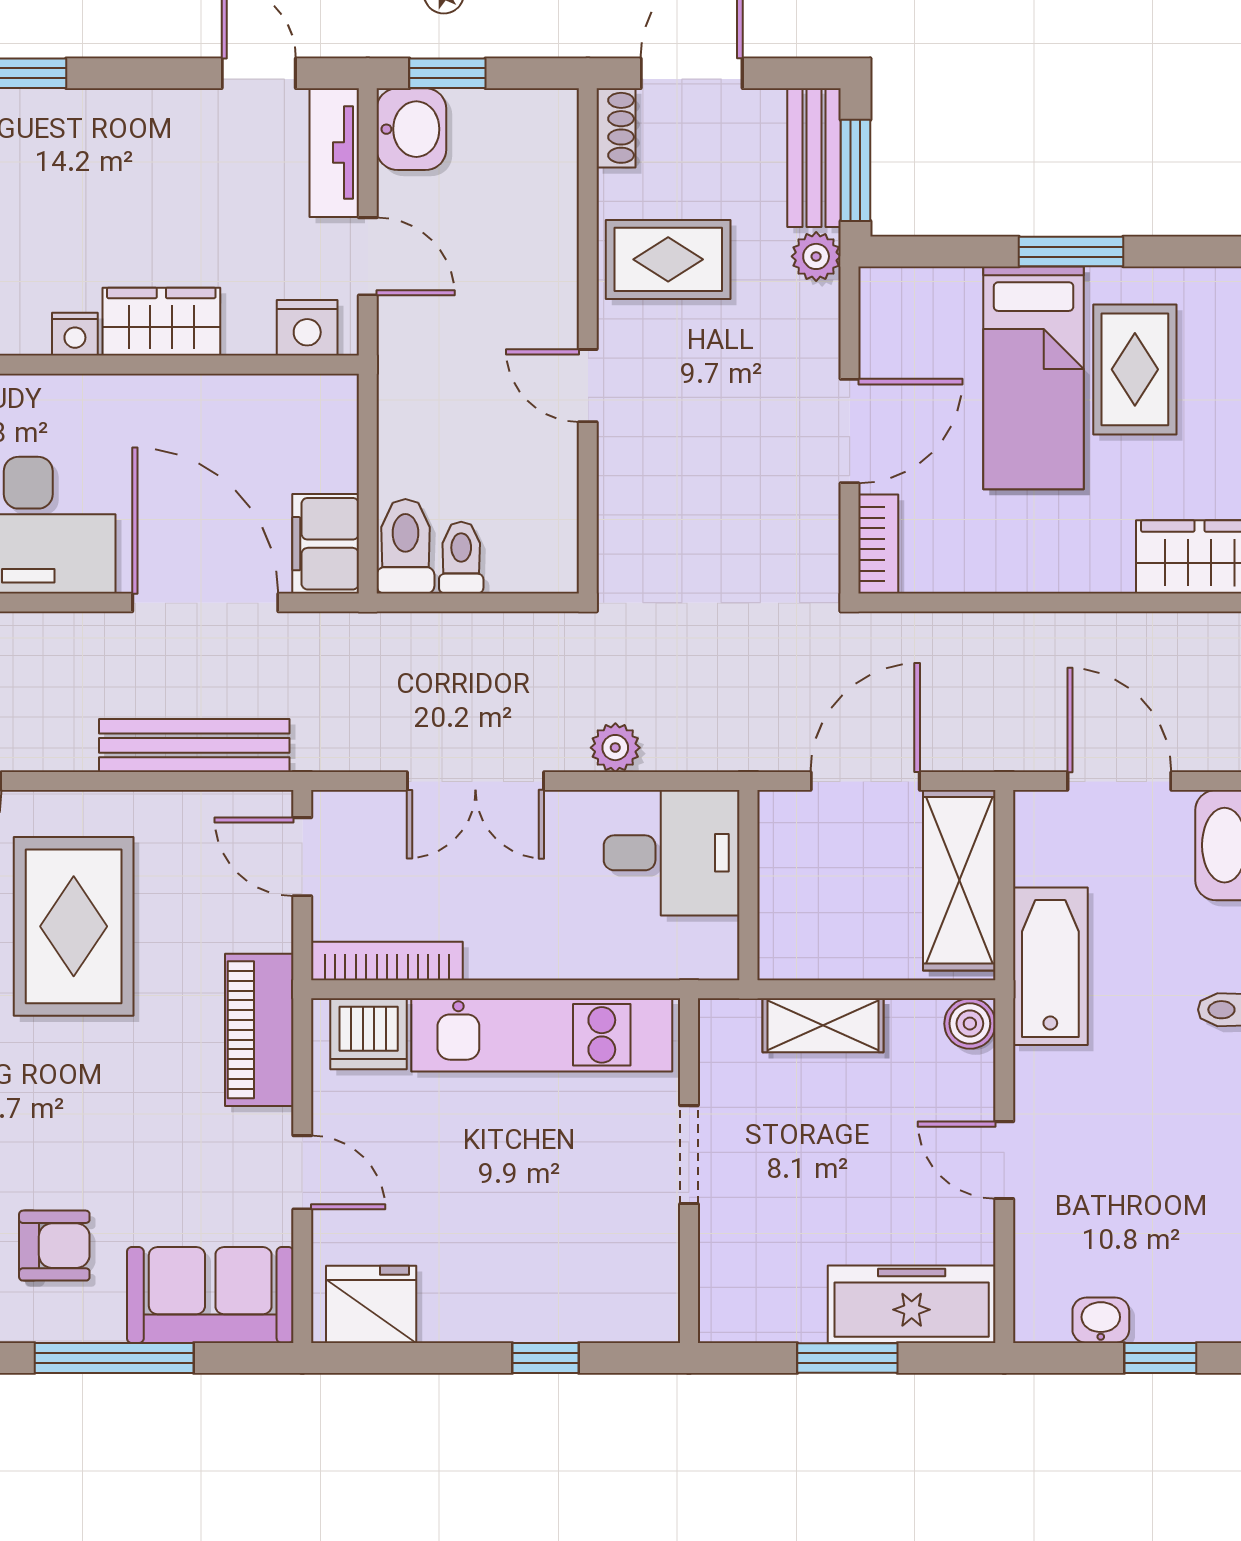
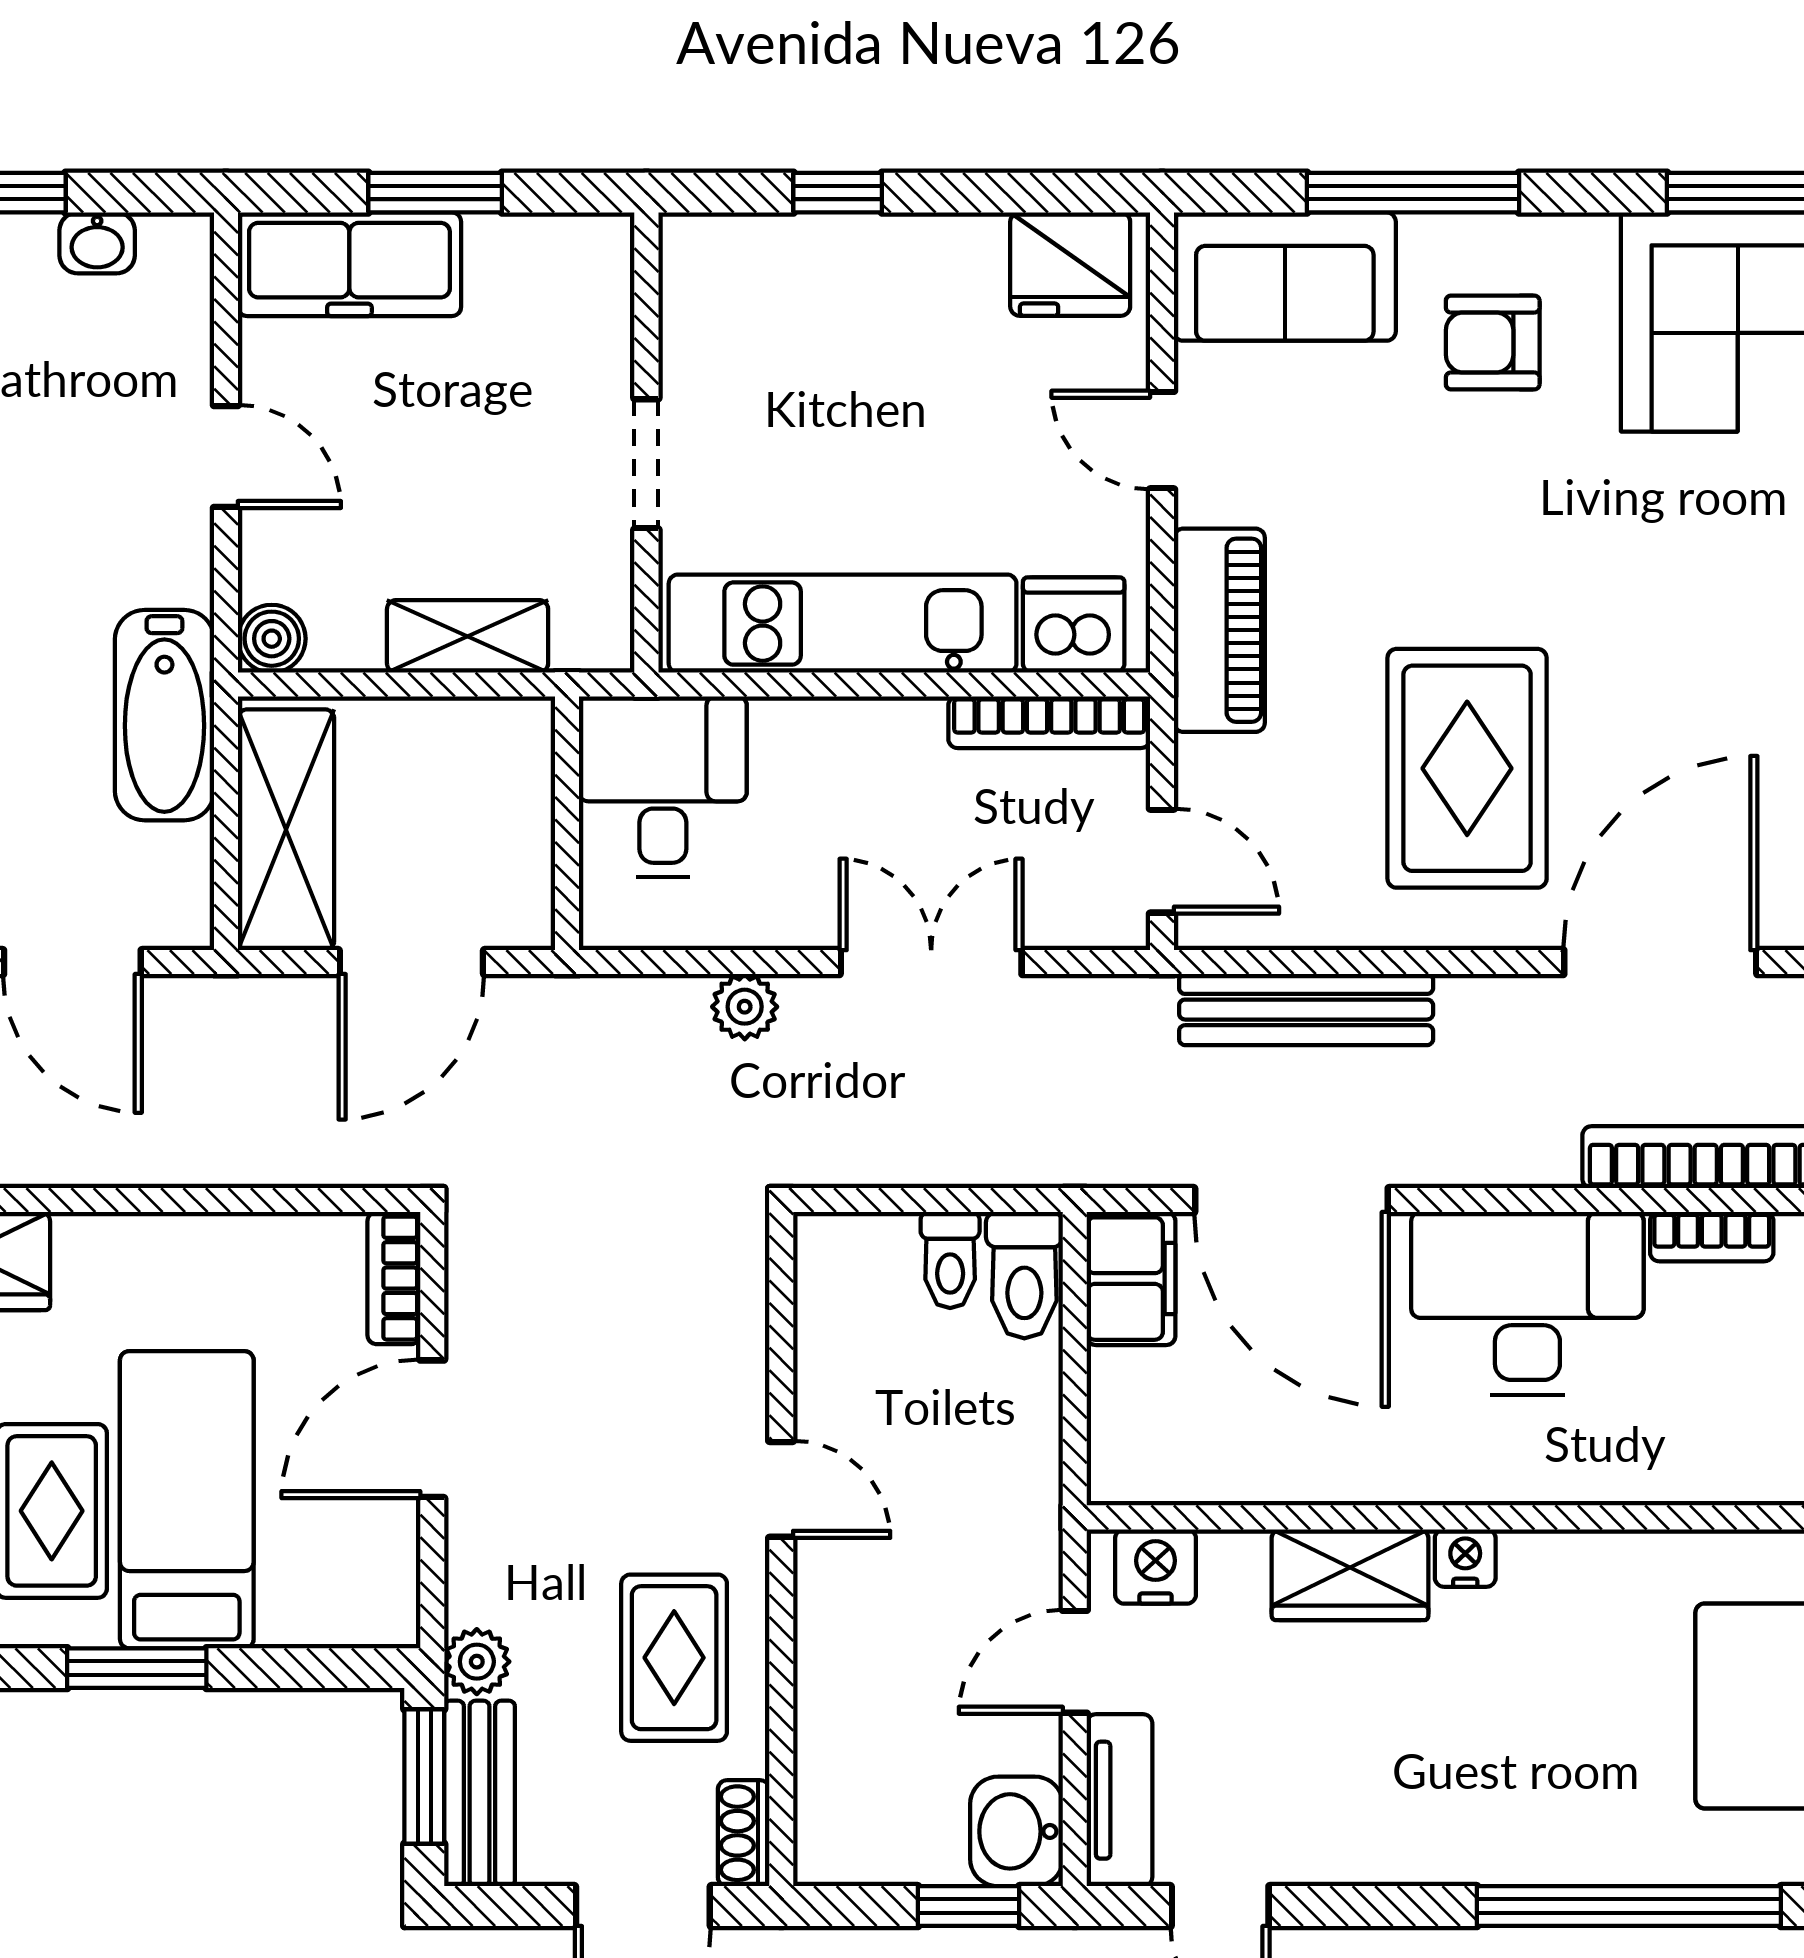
door: (368, 256) -> (1075, 1662), hinge flipped
rug: (668, 259) -> (674, 1658), turned 90
desk: (672, 853) -> (663, 787), moved, turned 90

